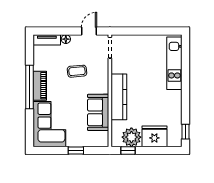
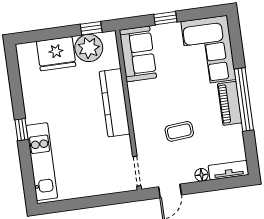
sofa: (98, 112) -> (138, 54), moved
window: (186, 132) -> (21, 130), moved

